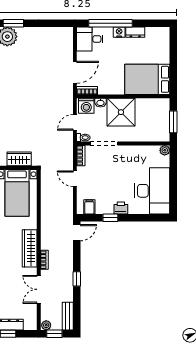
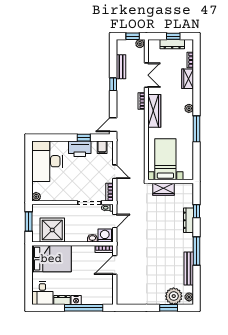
desk: (90, 39) -> (42, 293), moved, turned 90
shower: (121, 112) -> (52, 230), moved
printer: (121, 208) -> (80, 149), width x1.87, depth x1.48
bench: (68, 316) -> (121, 67), moved

